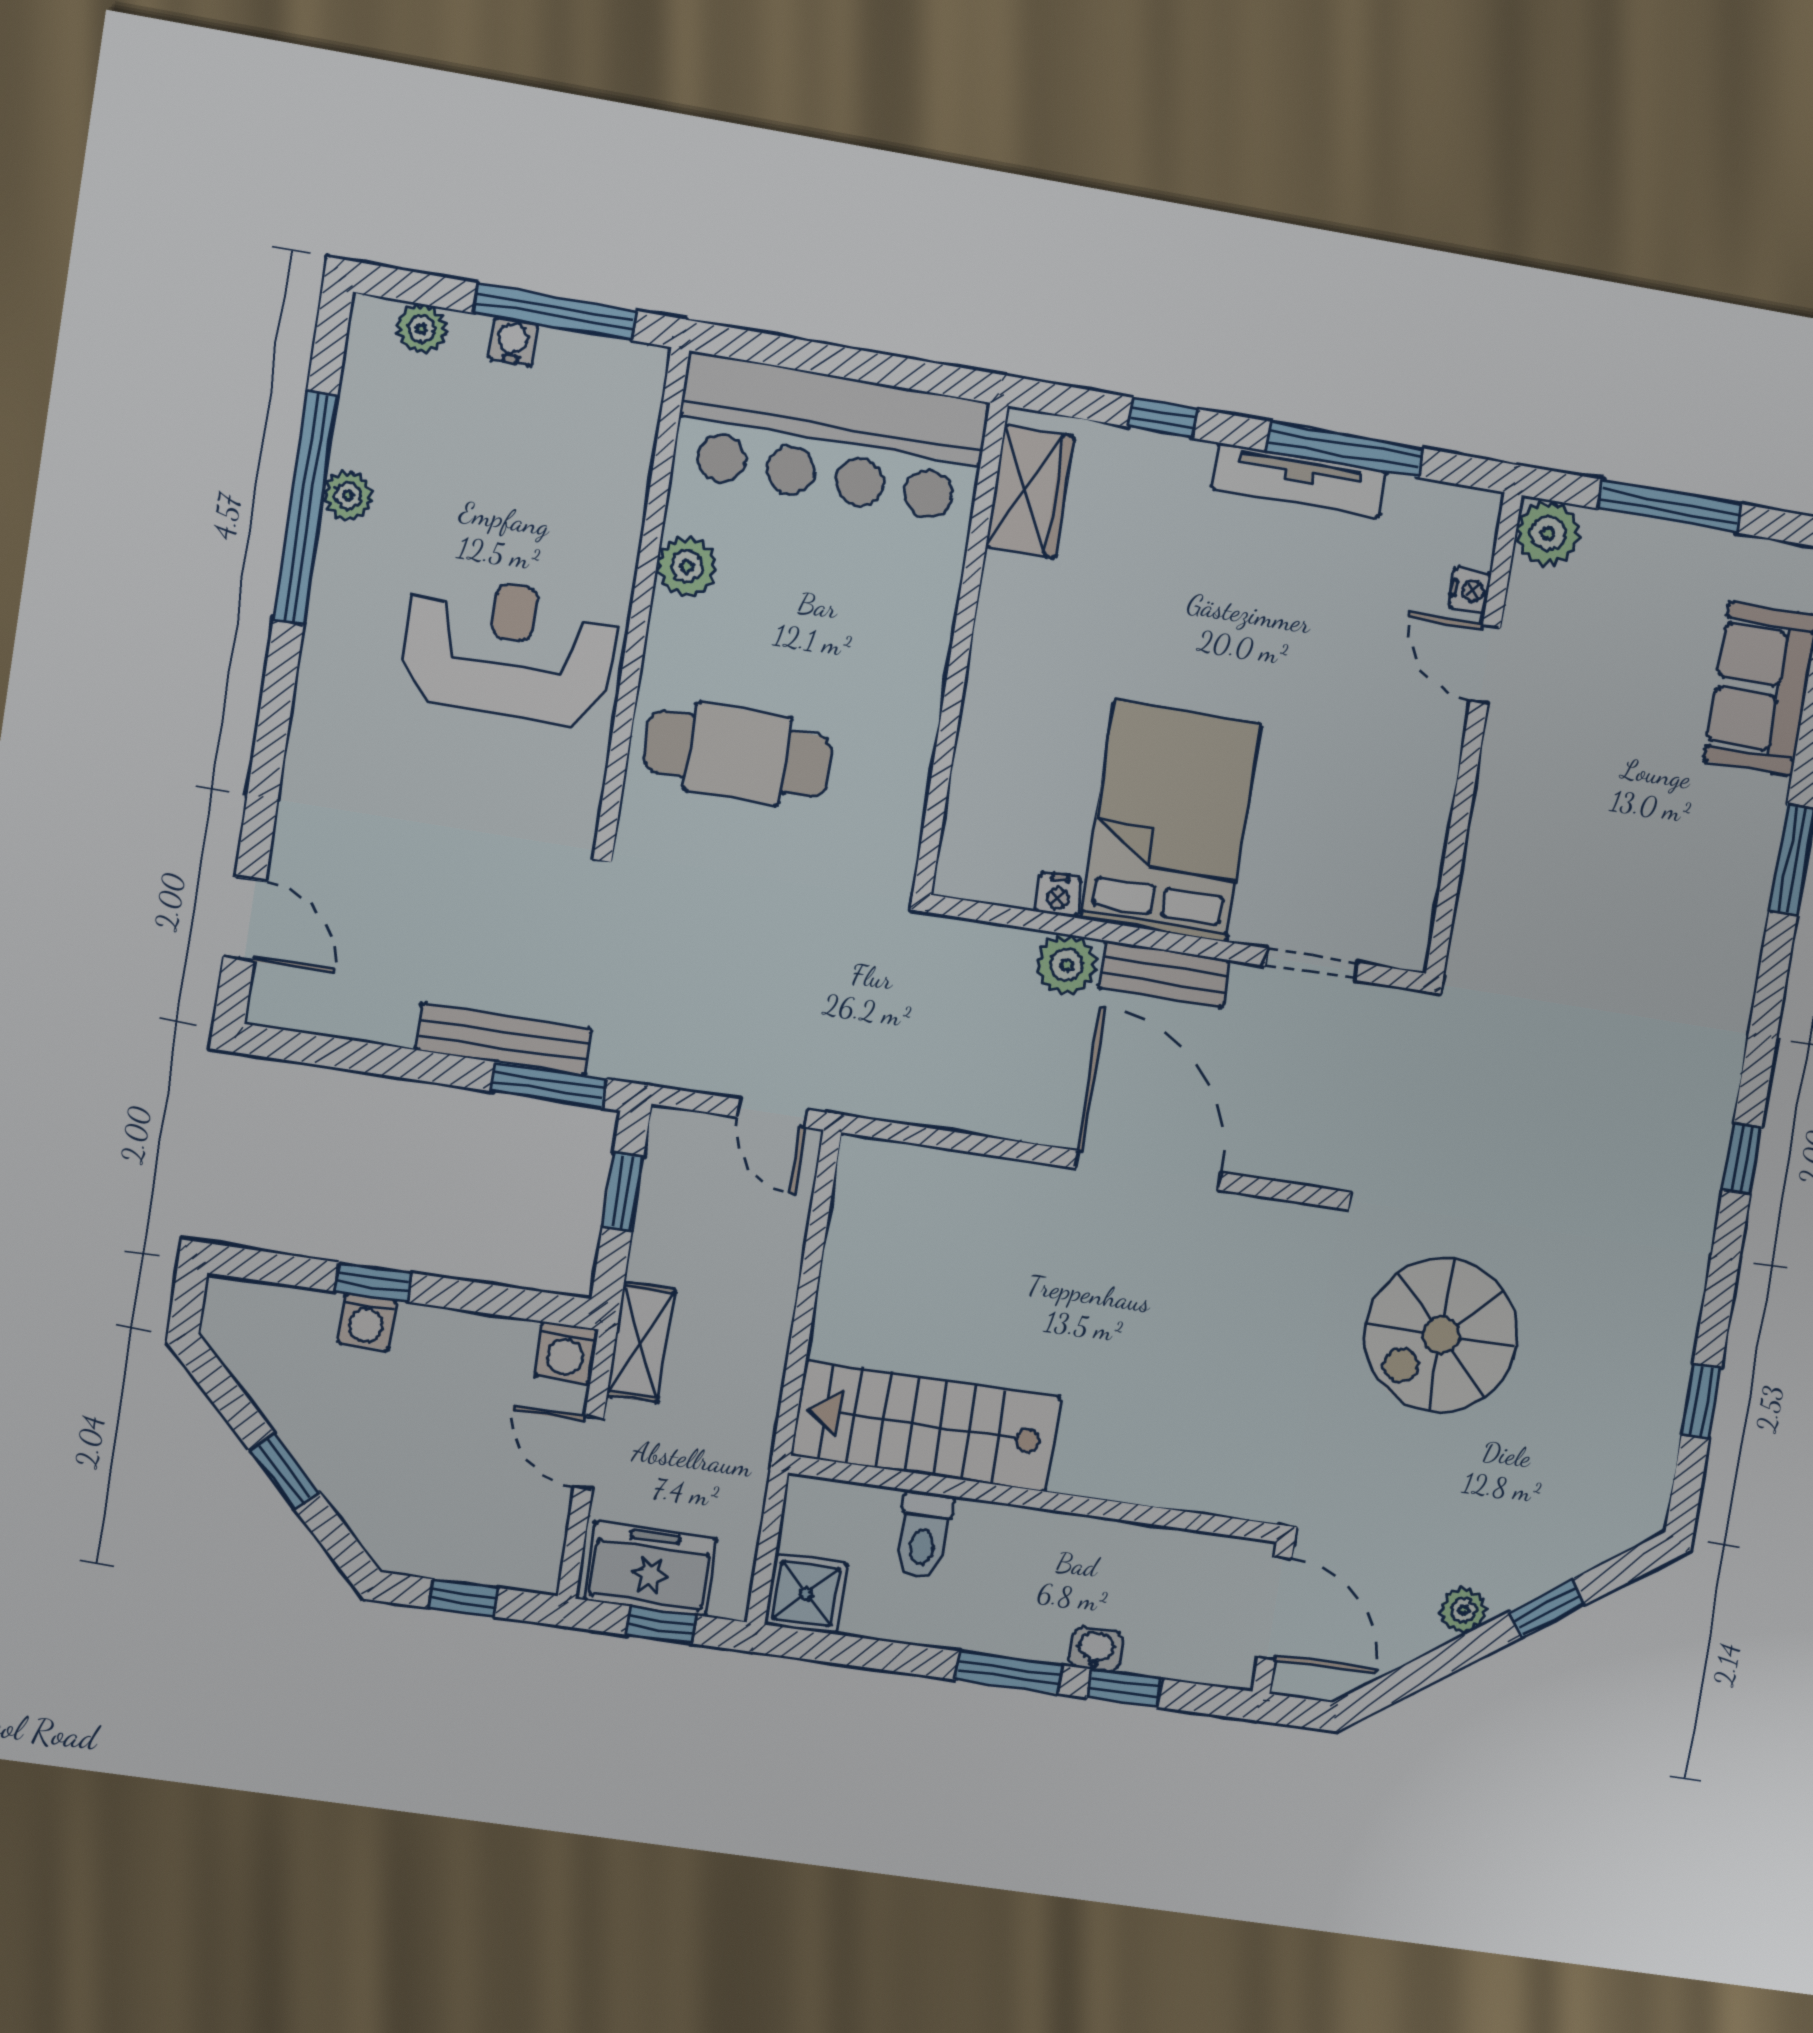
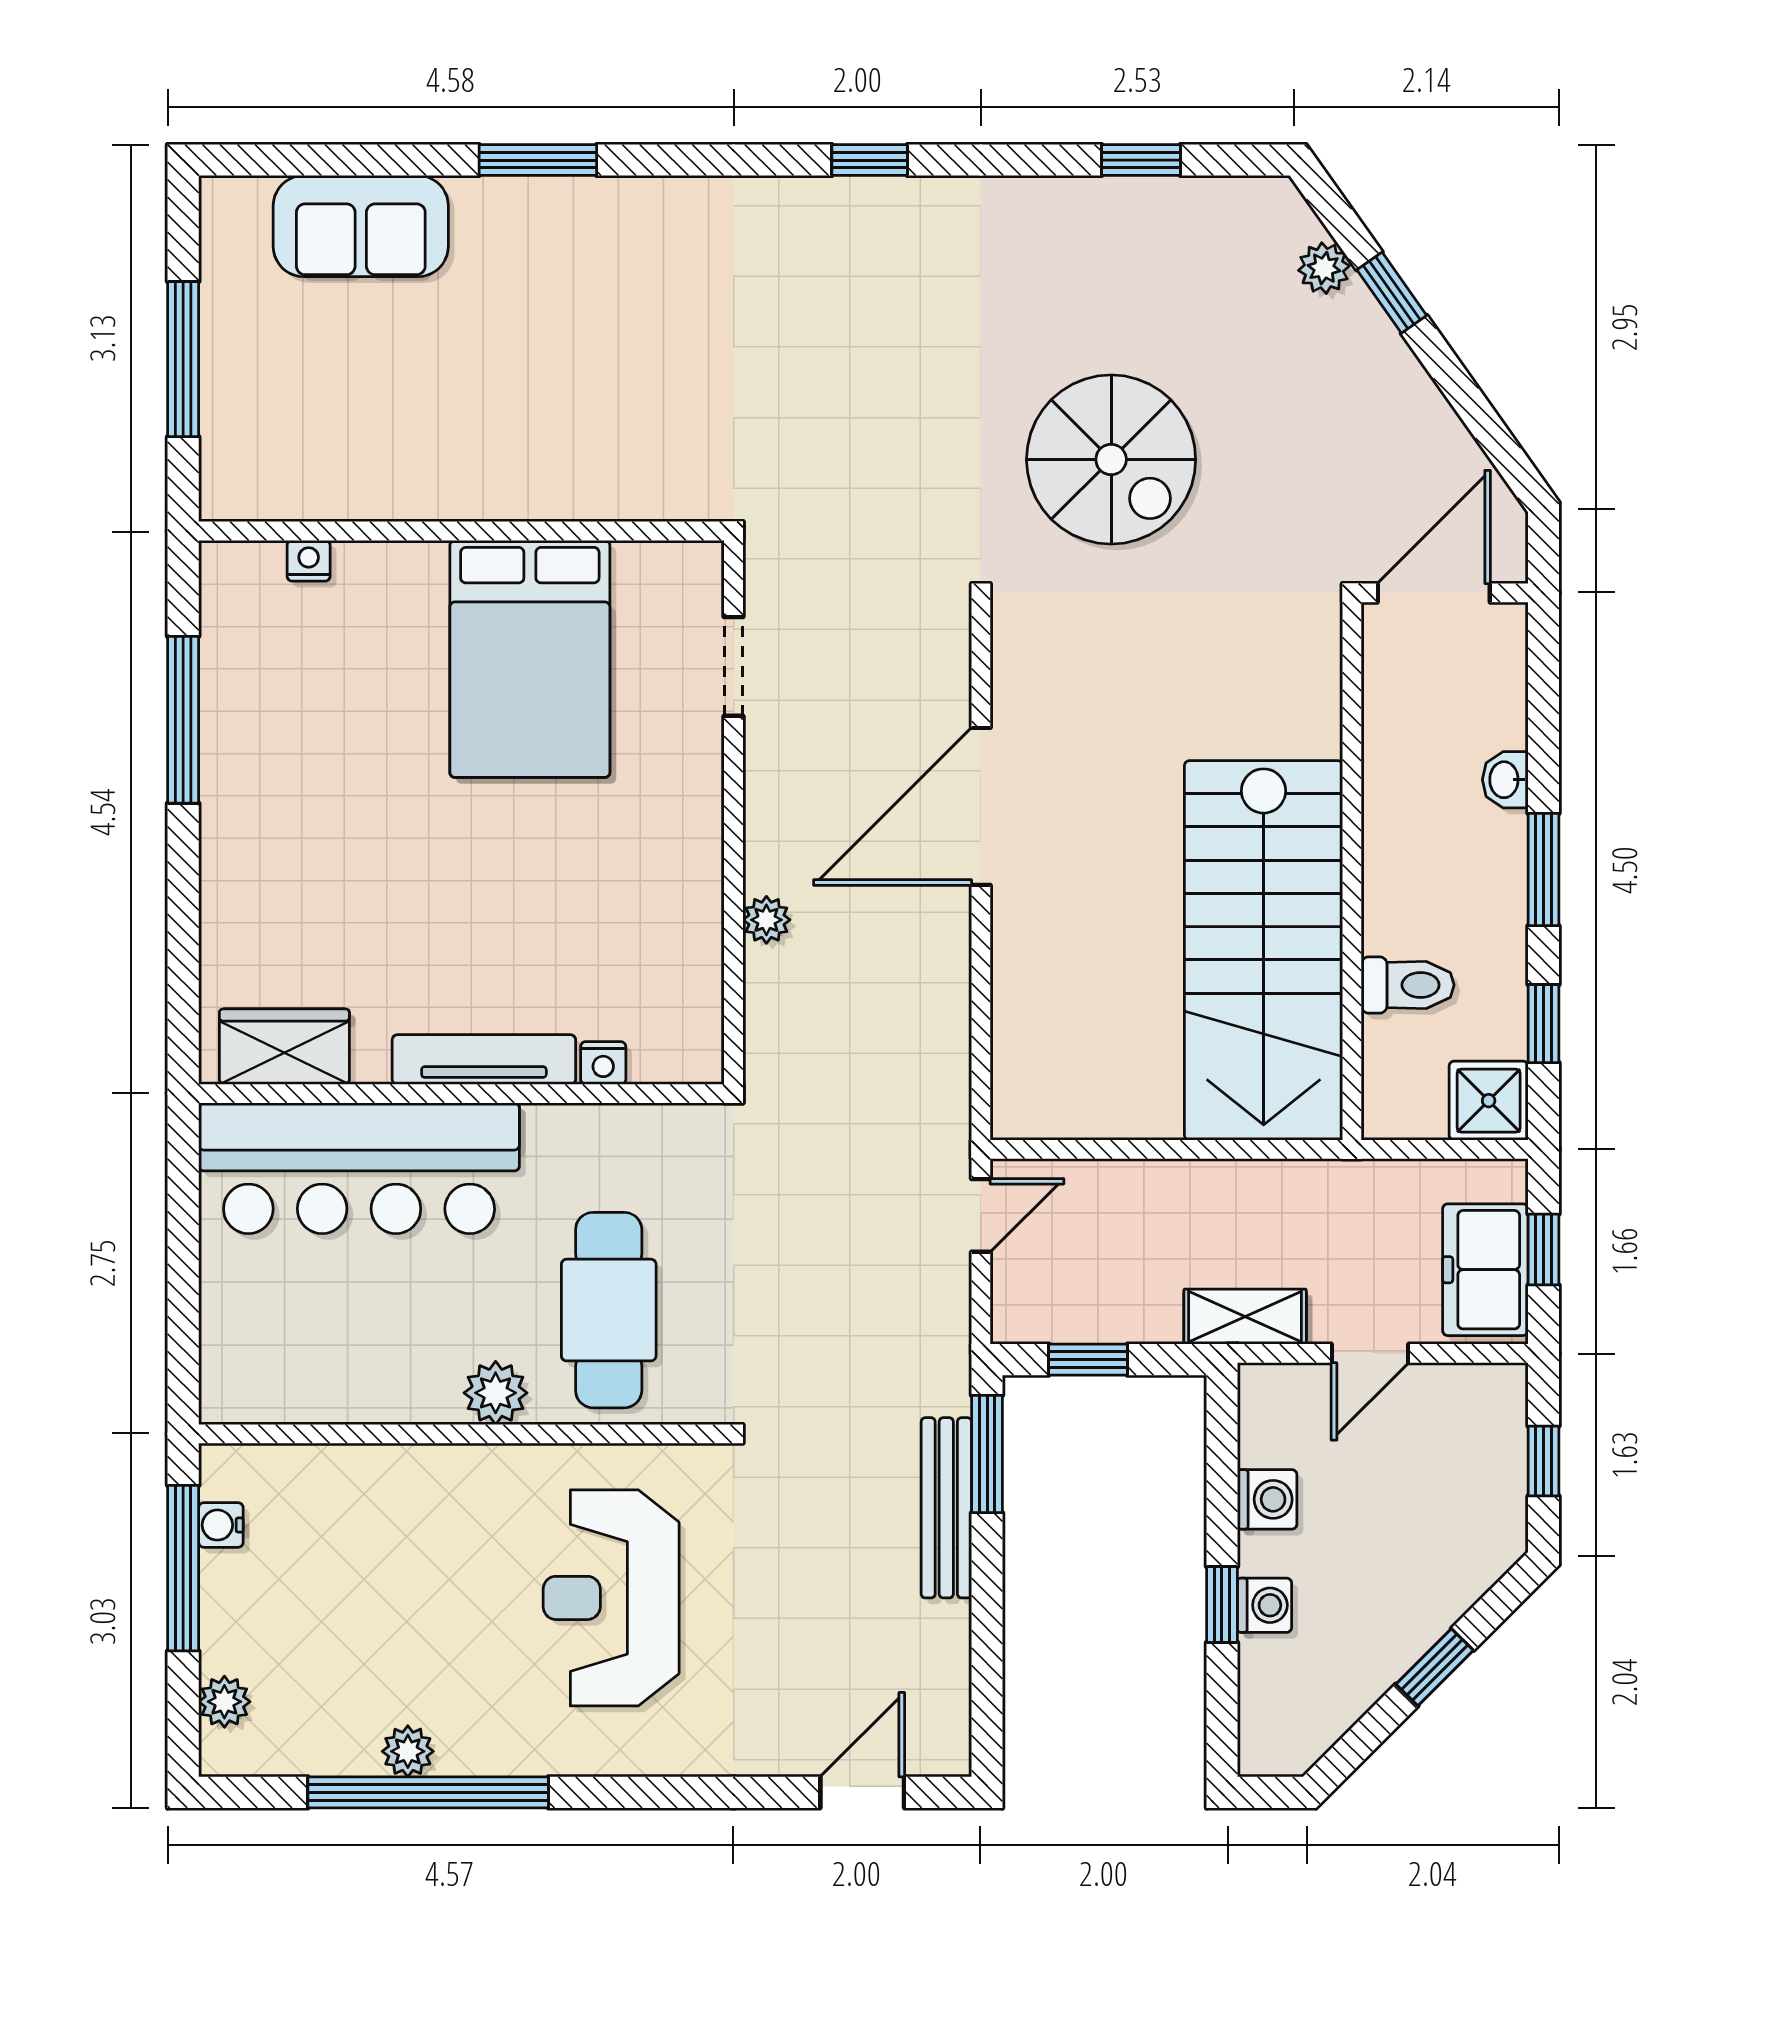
water cooler: (513, 341) -> (221, 1525), moved
window: (1163, 418) -> (183, 919), removed
bar counter: (831, 438) -> (359, 1168), moved, turned 90
tv unit: (1299, 480) -> (484, 1060), moved, turned -90
plant: (1548, 533) -> (234, 486), removed
plant: (687, 566) -> (496, 1393), moved
reception desk: (509, 650) -> (611, 1598), moved
door: (1485, 664) -> (384, 531), removed
bed: (1171, 821) -> (530, 659), moved, turned -90
nightstand: (1058, 895) -> (603, 1063), moved, turned 90
plant: (1067, 965) -> (766, 920), width x0.73, depth x0.73
bench: (1164, 974) -> (769, 823), removed
washing machine: (566, 1353) -> (1267, 1499), moved
stairs: (926, 1426) -> (1264, 950), width x1.36, depth x1.51
plant: (1463, 1610) -> (1324, 268), moved
window: (1124, 1688) -> (1544, 1024), moved

